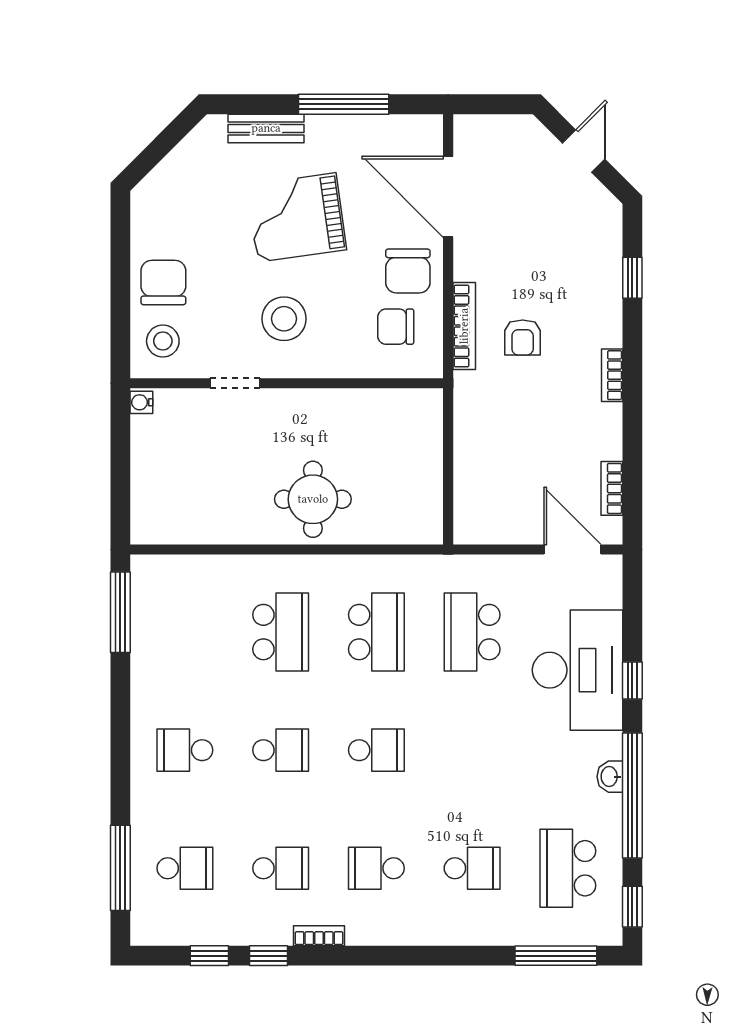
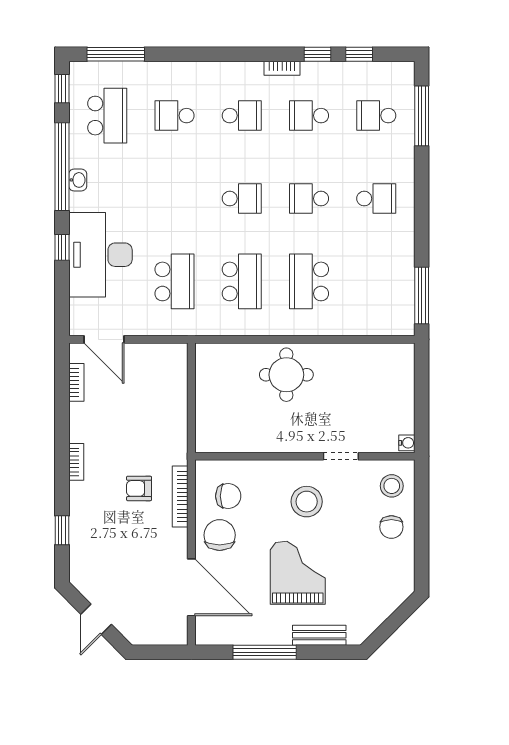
grand piano: (297, 217) -> (298, 573), turned -82
chair: (163, 283) -> (391, 527), width x0.73, depth x0.73
armchair: (523, 337) -> (139, 488), turned -90
school desk: (376, 632) -> (242, 281), turned 180
school desk: (376, 750) -> (242, 199), turned 180

